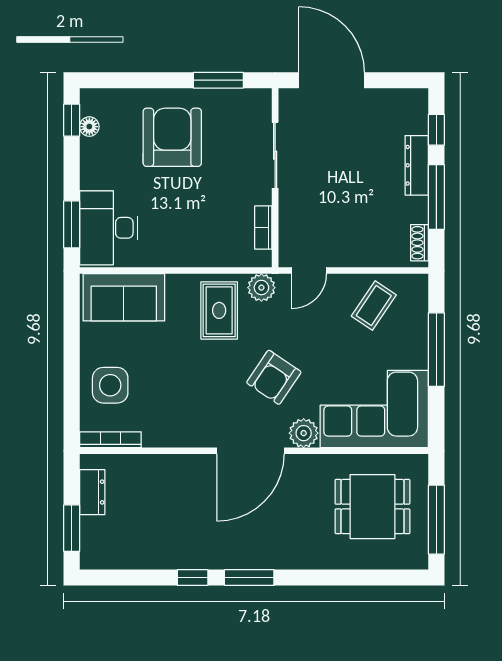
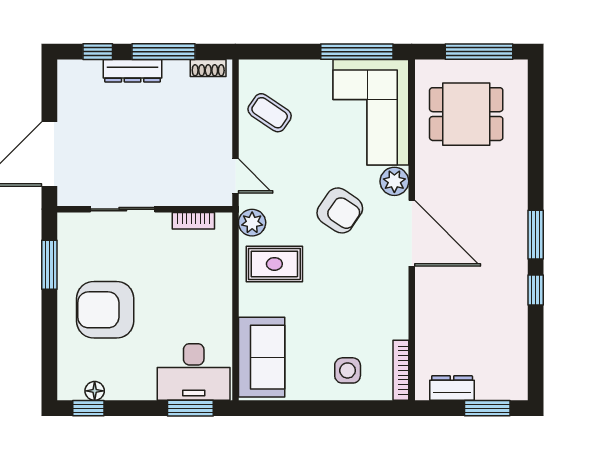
window: (436, 350) -> (357, 52), moved
side table: (110, 385) -> (348, 370), width x0.73, depth x0.73
dining table: (372, 507) -> (466, 114), turned 90

